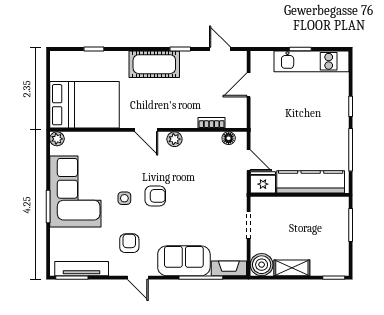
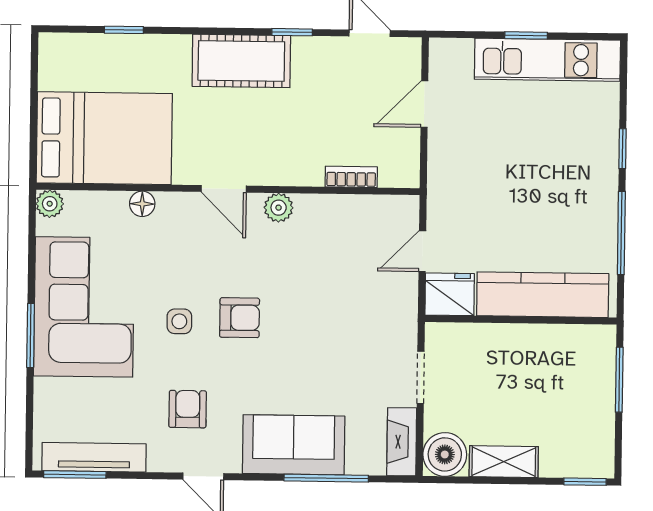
floor lamp: (229, 138) -> (142, 204), moved
door: (249, 160) -> (422, 251), swing flipped
fireplace: (229, 268) -> (402, 442), moved, turned -90

